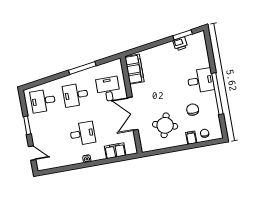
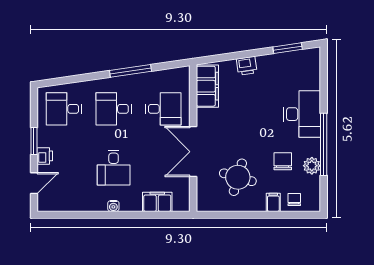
printer: (180, 44) -> (247, 66), moved
desk: (201, 81) -> (302, 114), width x1.37
desk: (108, 89) -> (163, 109), turned 90
plant: (212, 109) -> (312, 166), added
printer: (36, 134) -> (45, 156), added
desk: (82, 134) -> (114, 168), turned 90
door: (32, 153) -> (34, 183), hinge flipped

